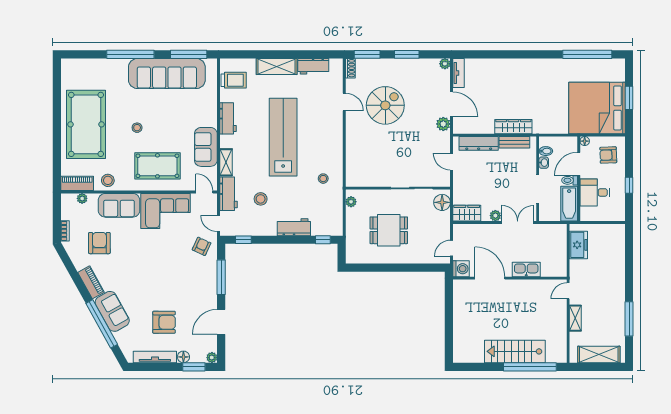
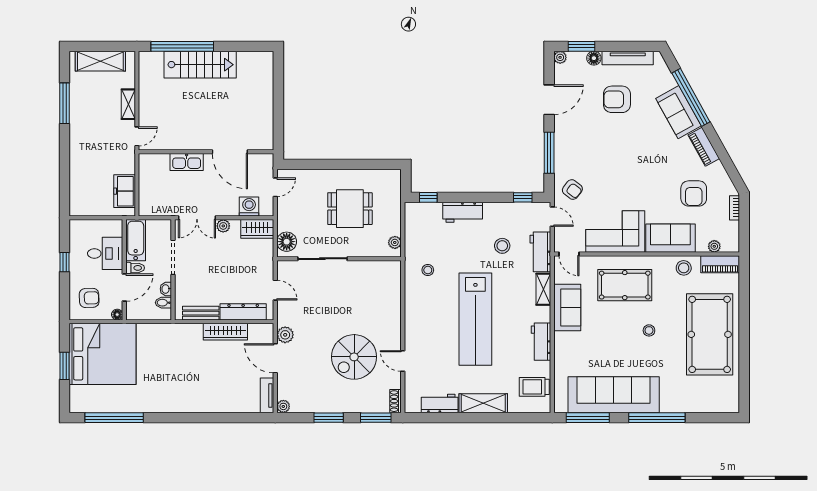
wardrobe: (513, 127) -> (225, 332), moved
armchair: (202, 246) -> (572, 190), turned -77
washing machine: (461, 269) -> (249, 207), moved, turned 90

